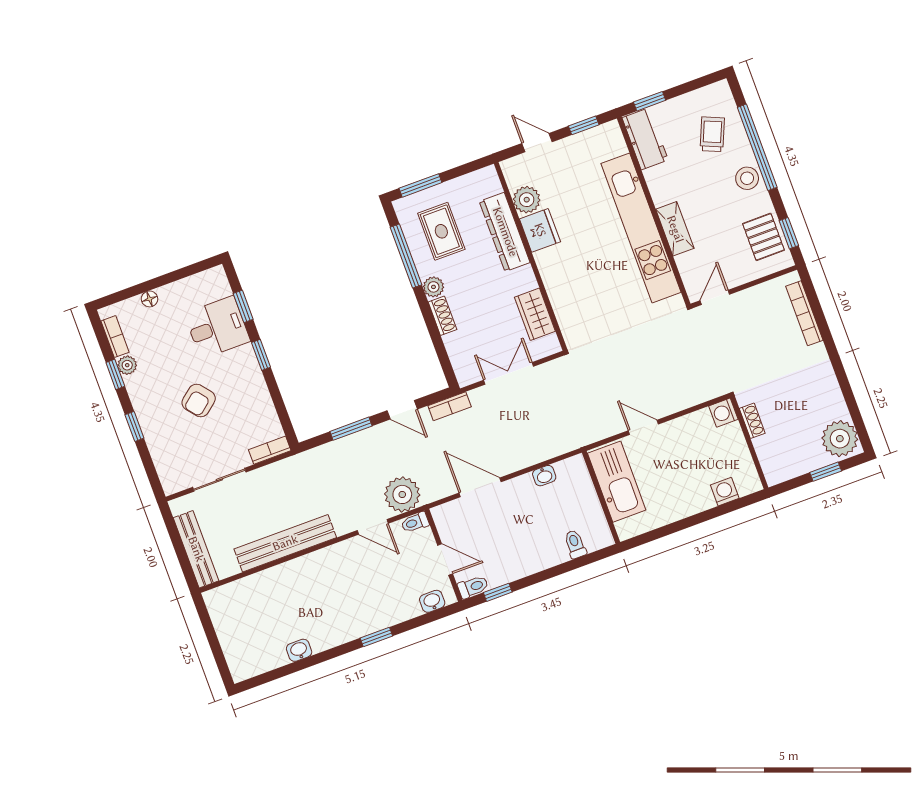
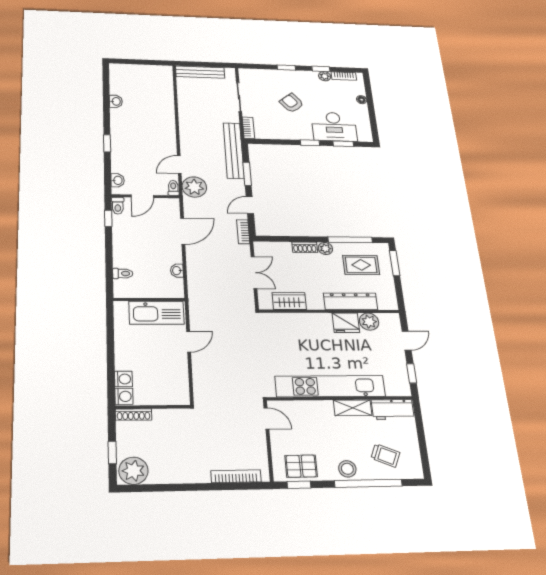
window: (650, 101) -> (419, 421), removed
shelving: (675, 229) -> (353, 408), moved
desk: (217, 327) -> (334, 127), width x1.37
washing machine: (723, 413) -> (124, 396), moved, turned 90
shoe rack: (752, 421) -> (133, 415), moved, width x1.43
bench: (285, 543) -> (234, 150), moved

